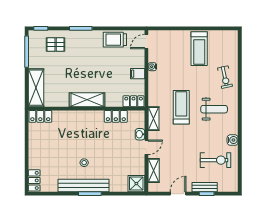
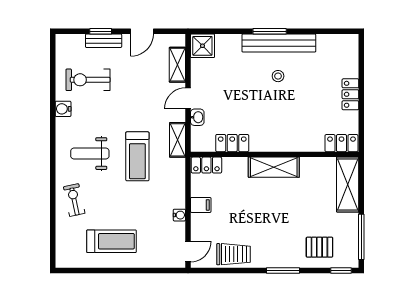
treadmill: (199, 49) -> (111, 241), turned 90
locker: (34, 180) -> (350, 94), moved

